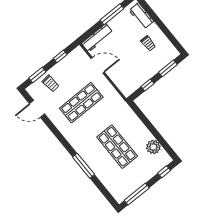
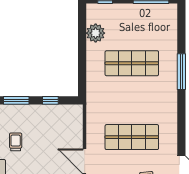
shop shelf: (117, 147) -> (132, 63), turned 90

